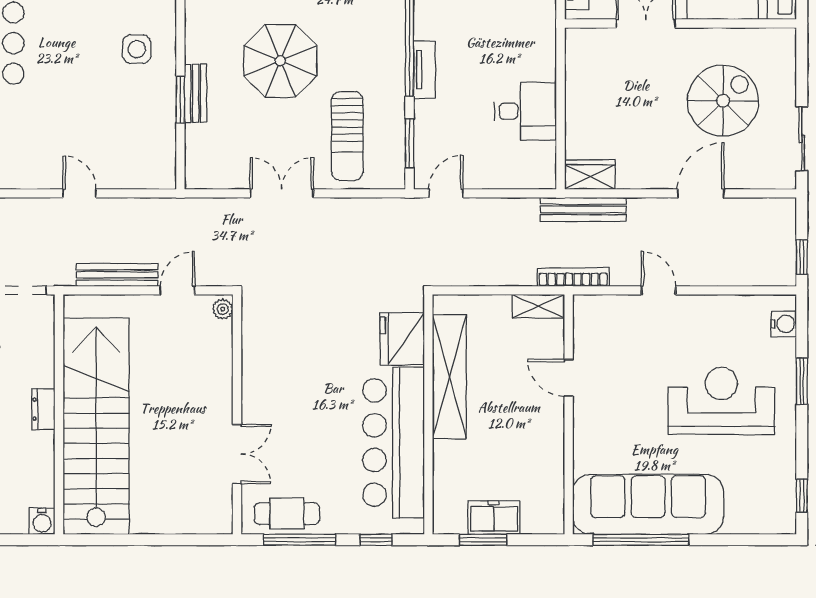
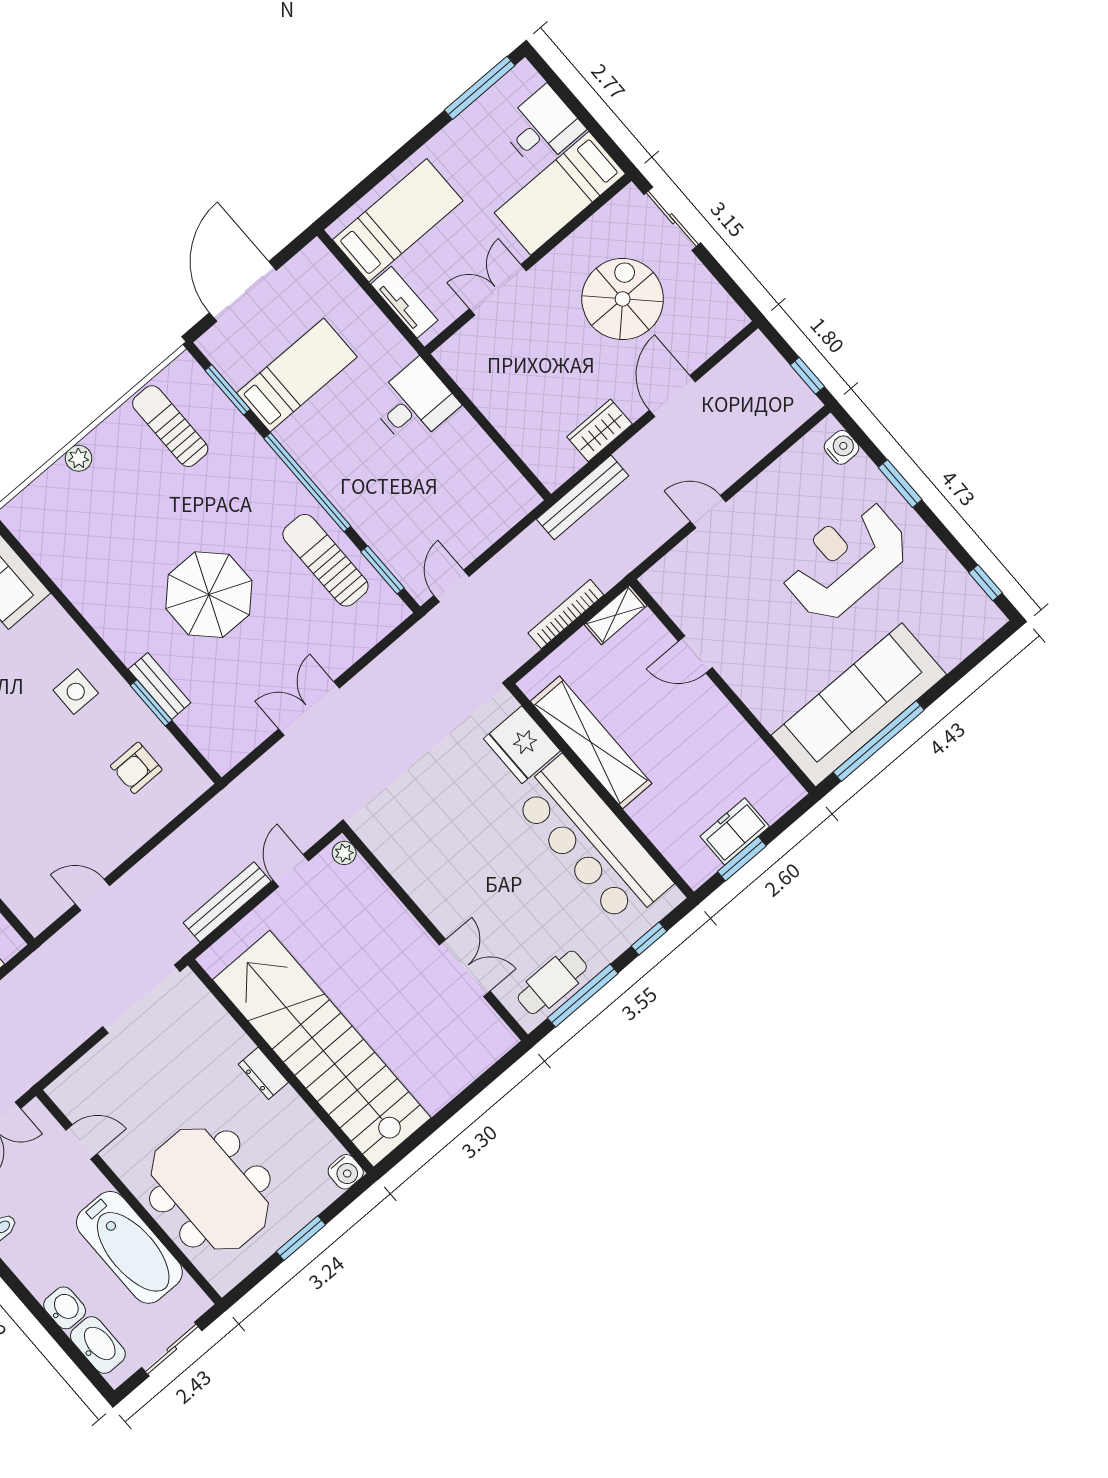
tv unit: (424, 70) -> (340, 495), removed
desk: (525, 111) -> (414, 403), moved
armchair: (133, 134) -> (136, 768), added
sun lounger: (347, 136) -> (325, 560), moved, turned 180
sliding door: (802, 139) -> (672, 219), moved
wardrobe: (590, 175) -> (599, 430), moved
door: (79, 193) -> (93, 895), moved
bookcase: (573, 277) -> (566, 614), moved

